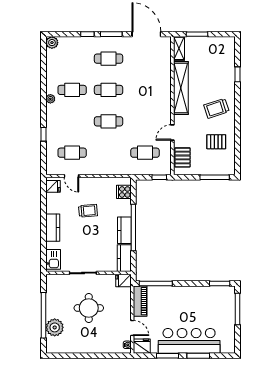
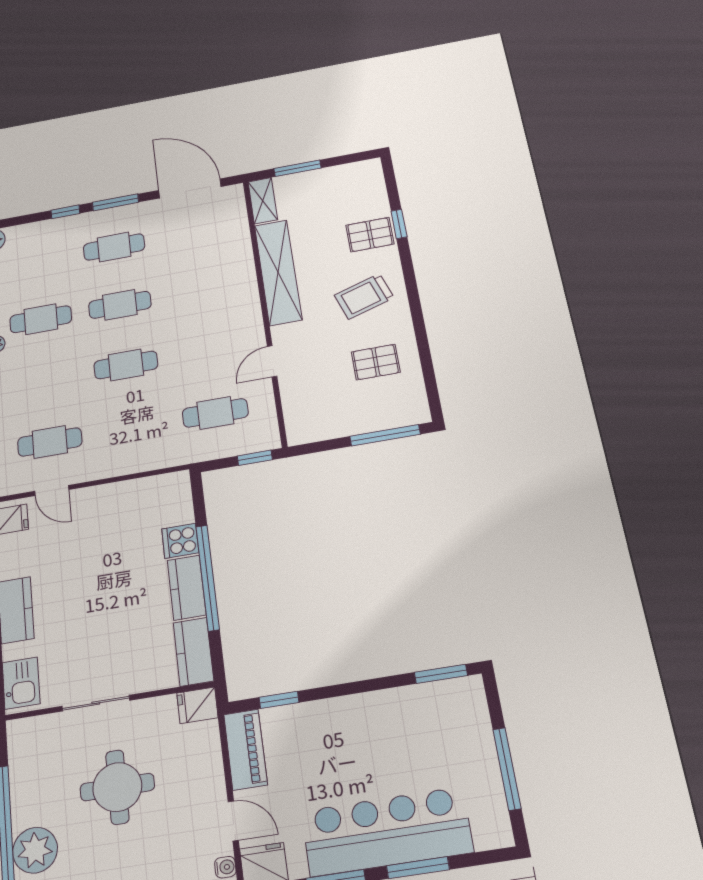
pallet: (183, 157) -> (370, 235), moved, turned 90
cooker: (124, 192) -> (180, 541), moved
trolley: (88, 211) -> (96, 558), removed
window: (156, 284) -> (279, 700), width x0.46
window: (237, 309) -> (507, 769), moved

